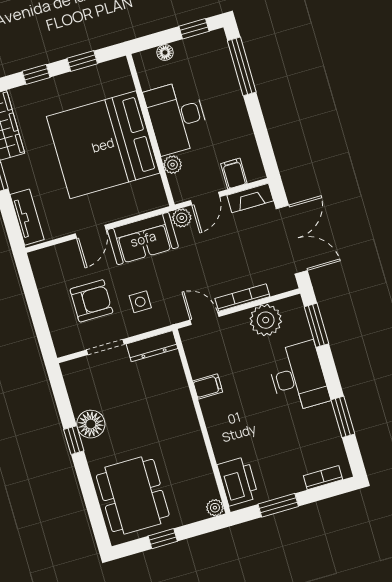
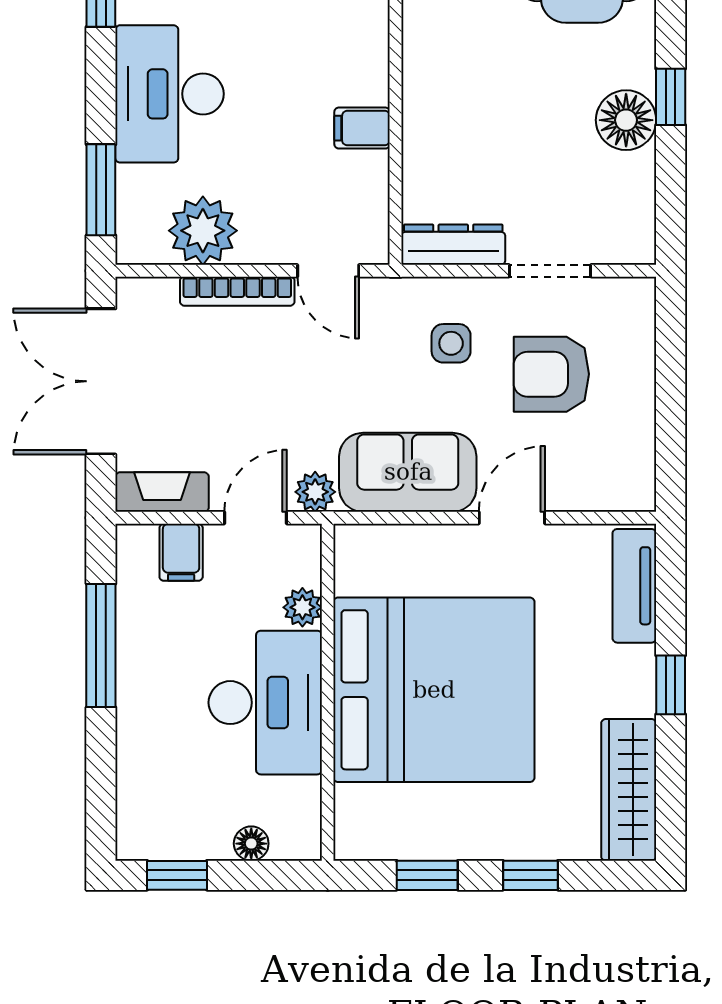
window: (242, 66) -> (101, 645), moved

